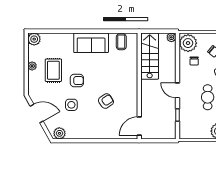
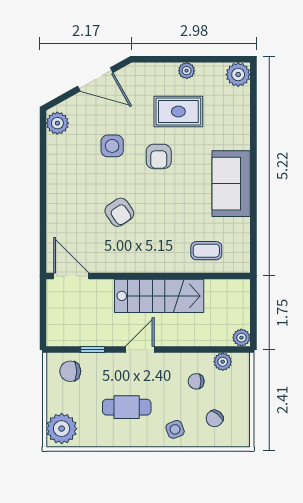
coffee table: (121, 42) -> (206, 251), moved
plant: (188, 43) -> (223, 362), width x0.53, depth x0.53
stairs: (150, 56) -> (159, 296), moved
door: (37, 114) -> (95, 79), hinge flipped
chair: (189, 127) -> (70, 371), added

